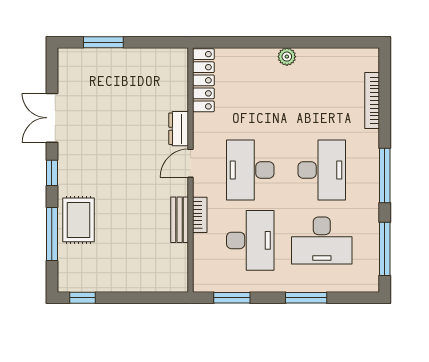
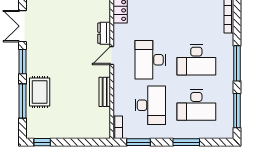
desk: (322, 170) -> (196, 60), turned 90
window: (52, 173) -> (23, 62), width x1.50
bookcase: (200, 215) -> (118, 127), moved

